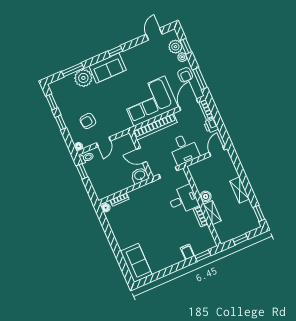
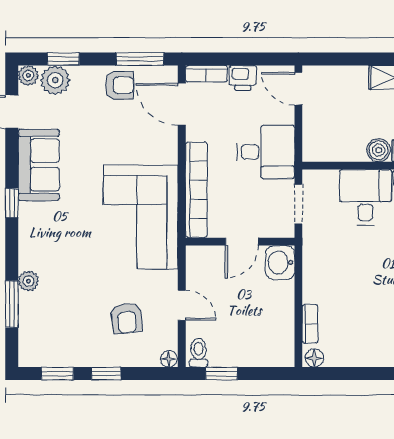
plant: (182, 57) -> (28, 75), moved
sofa: (108, 68) -> (39, 165), moved
plant: (83, 78) -> (28, 281), width x0.53, depth x0.53
corner sofa: (149, 101) -> (141, 217), moved

